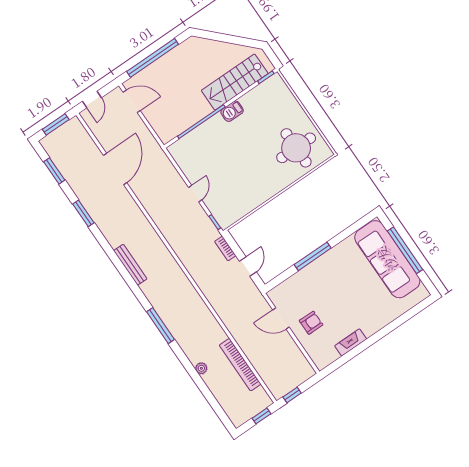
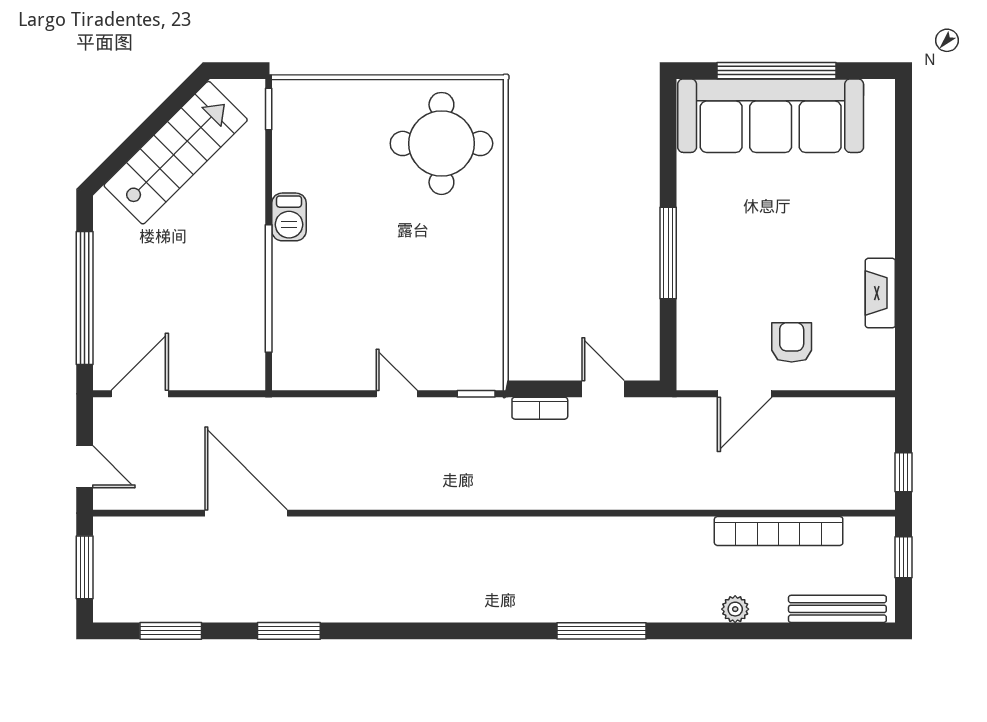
stairs: (235, 82) -> (176, 153), moved, turned -135
bench: (130, 265) -> (837, 609), moved

